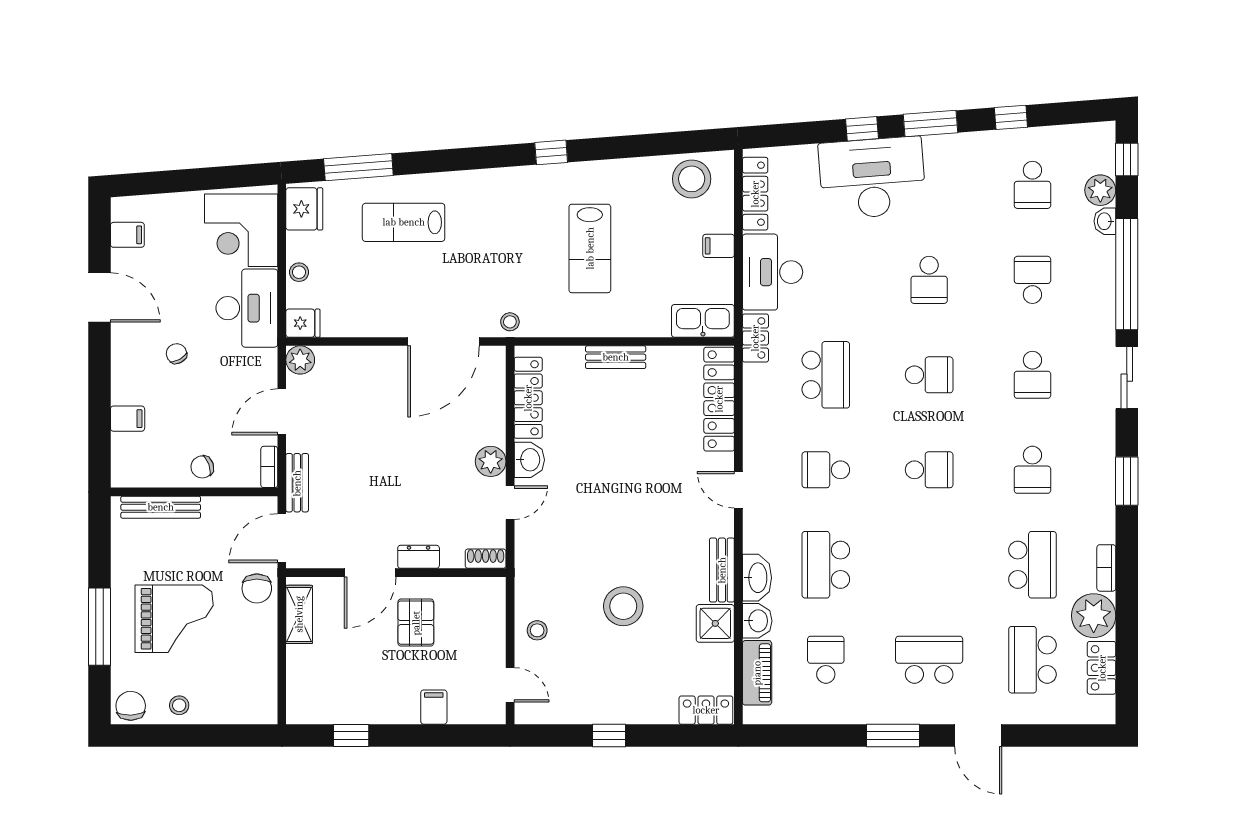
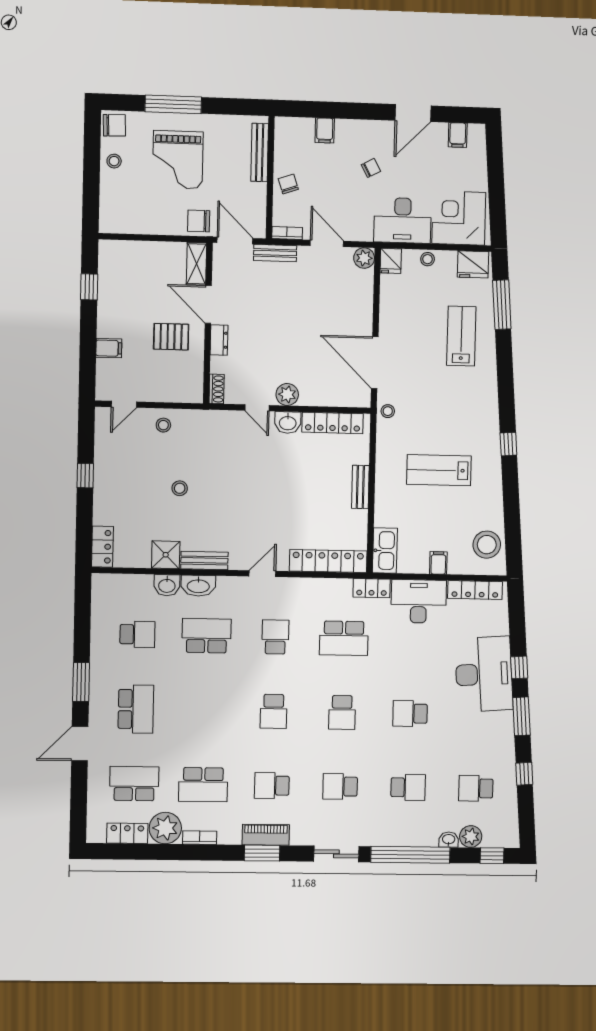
stool: (623, 606) -> (180, 488), width x0.53, depth x0.53
shelving: (299, 614) -> (197, 264), moved, turned 90
piano: (757, 673) -> (266, 835), moved, turned 180

